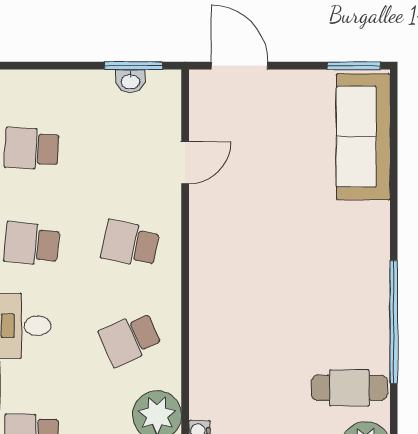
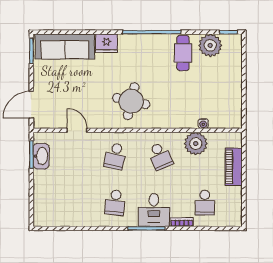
washbasin: (130, 81) -> (41, 156), width x1.91, depth x1.45
school desk: (32, 149) -> (70, 203), removed
fridge: (370, 225) -> (106, 43), added
round table: (247, 278) -> (131, 101), added

